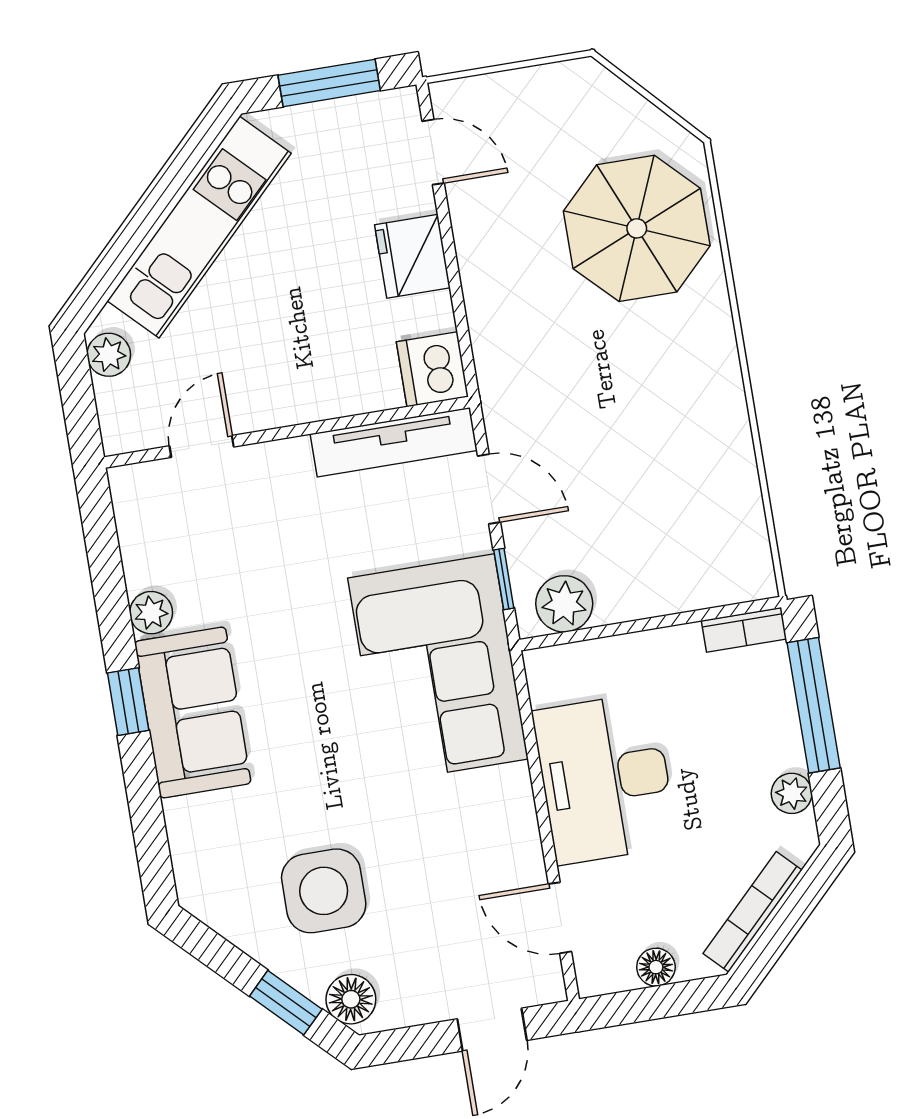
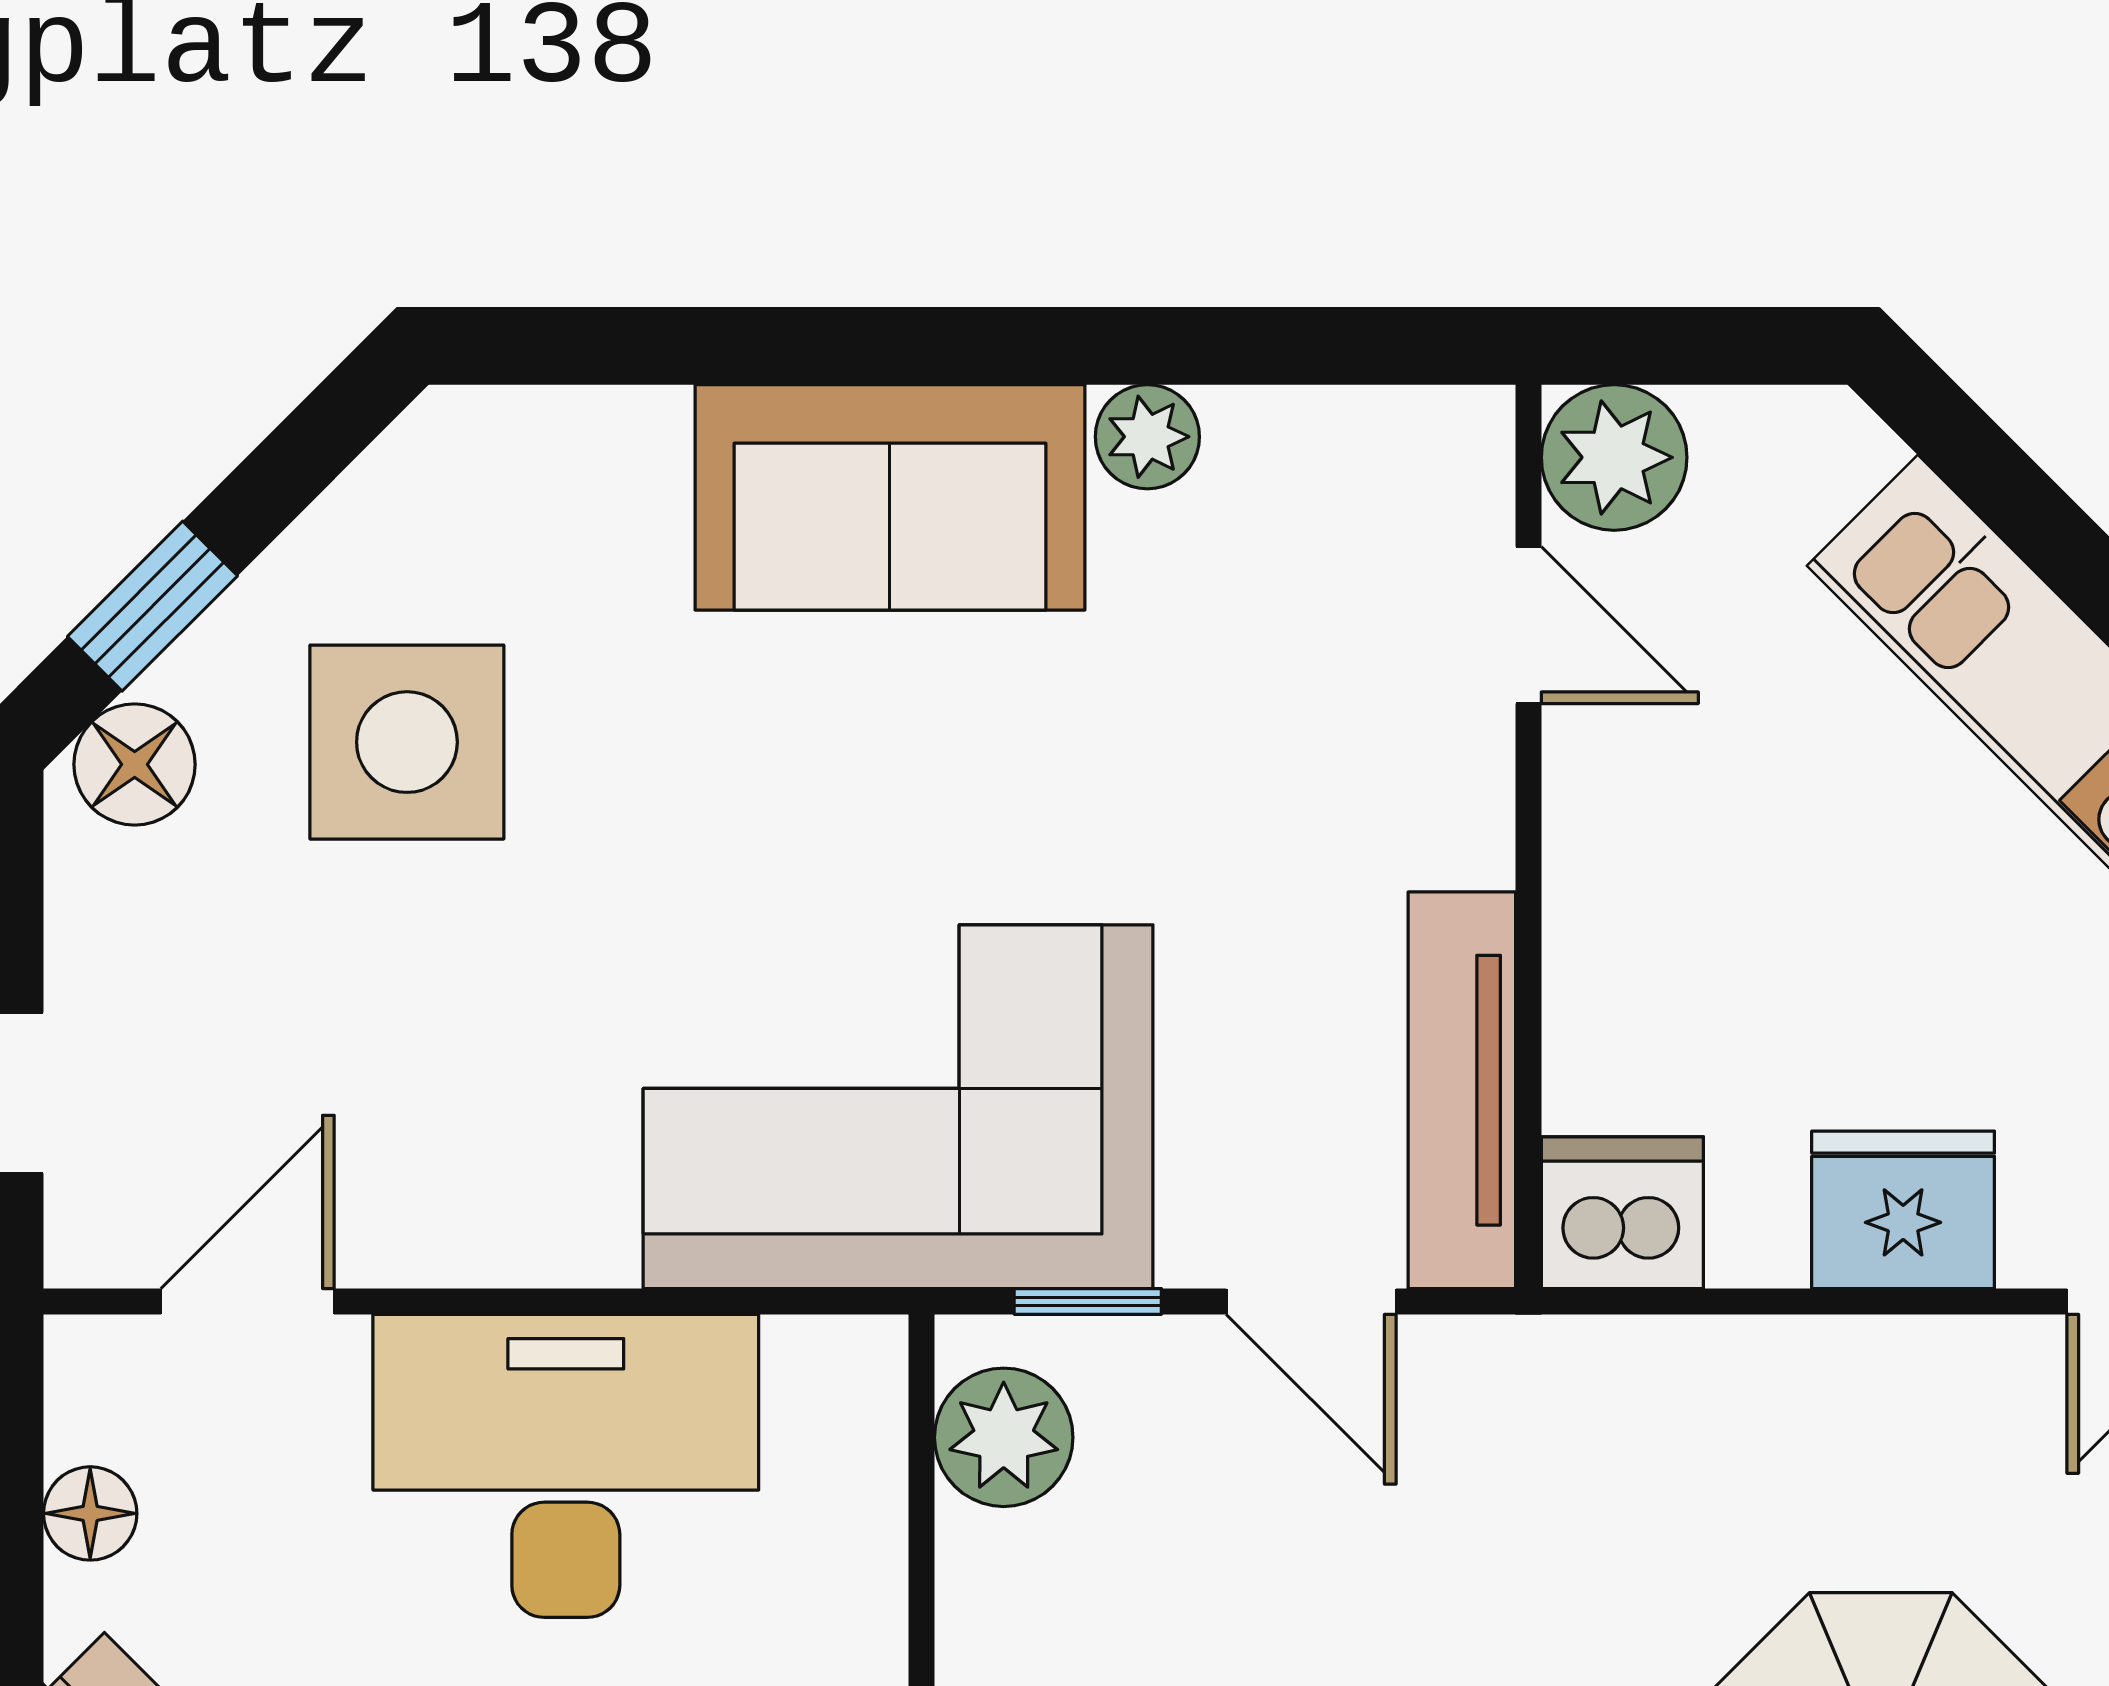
plant: (109, 355) -> (1614, 457), moved, width x1.38, depth x1.38
door: (489, 489) -> (1311, 1301), hinge flipped
window: (128, 702) -> (942, 346), removed

